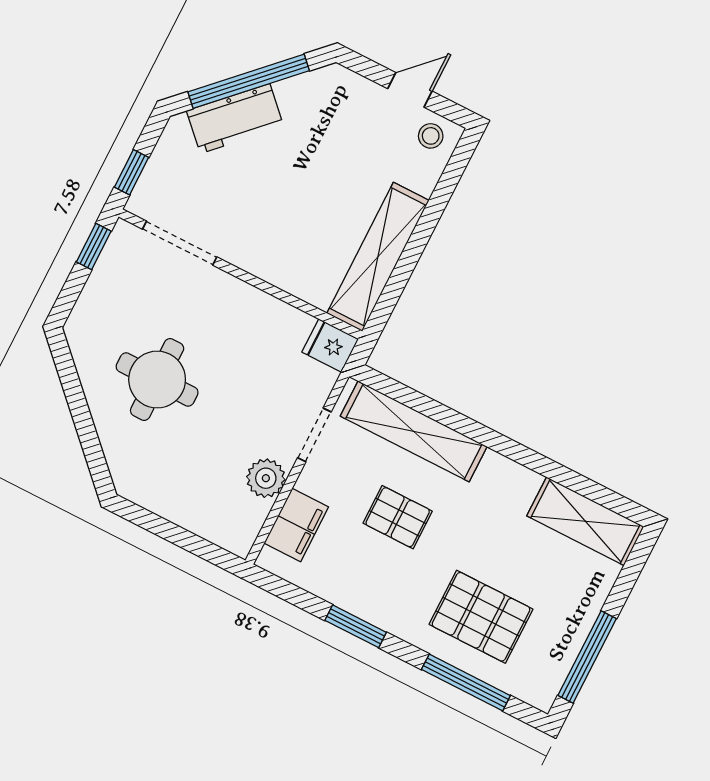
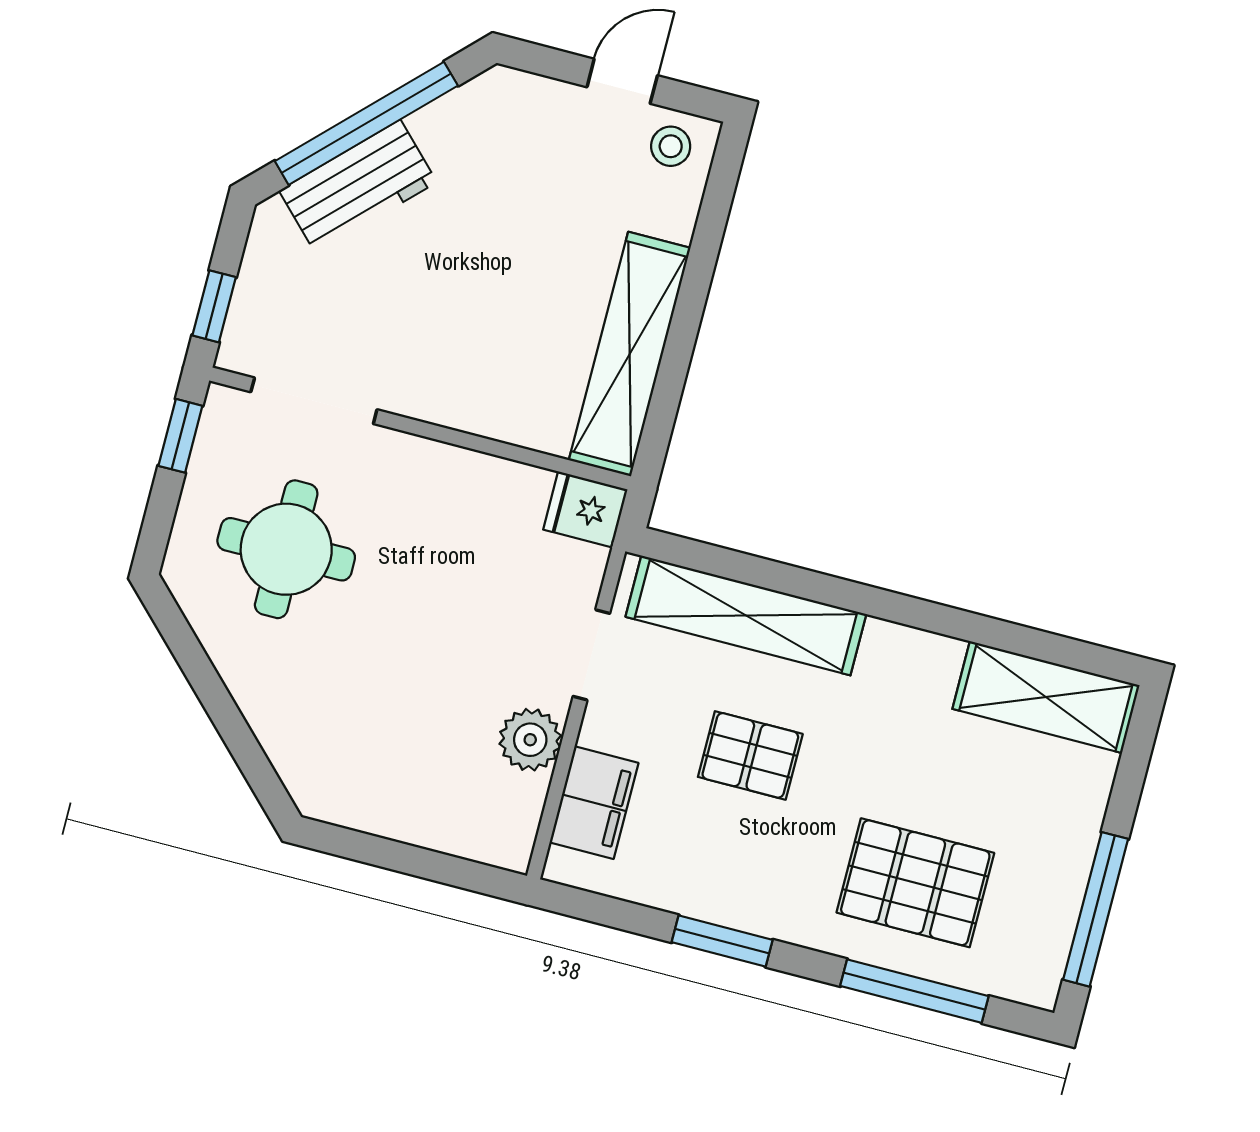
round table: (157, 380) -> (286, 549), moved

